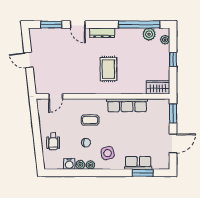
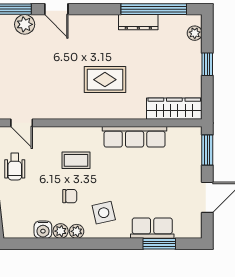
dresser: (102, 33) -> (138, 22), moved
plant: (149, 34) -> (25, 24), moved
rug: (108, 69) -> (105, 80), turned 90
wardrobe: (158, 87) -> (174, 109), width x1.50
door: (56, 96) -> (22, 123), hinge flipped
wheelchair: (53, 141) -> (15, 167), moved

